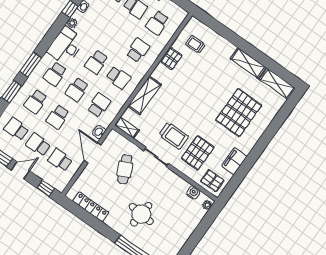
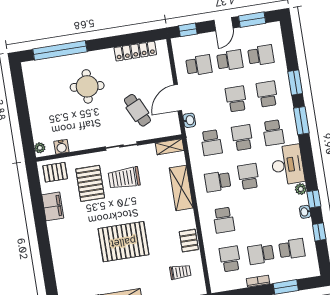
school desk: (55, 74) -> (273, 133), turned 180
pallet: (239, 113) -> (123, 242), moved, turned 90
door: (93, 153) -> (178, 98), swing flipped

